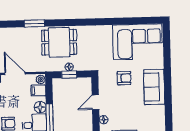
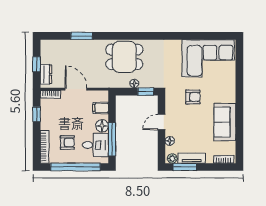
window: (34, 23) -> (82, 36), moved
window: (69, 74) -> (146, 92), moved
plant: (41, 79) -> (103, 96), removed
sofa: (154, 87) -> (225, 122), moved

